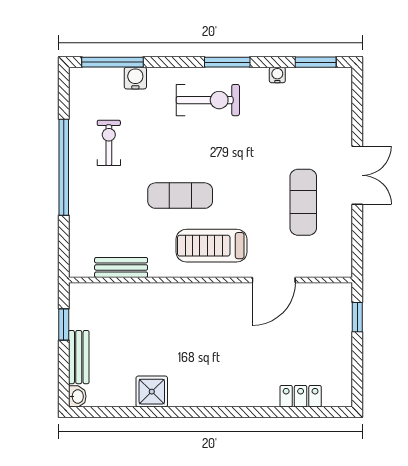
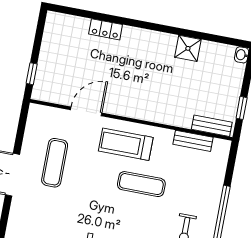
treadmill: (211, 246) -> (126, 144), turned 180
bench: (79, 357) -> (212, 126), moved, turned 90
locker: (301, 396) -> (106, 29), moved

